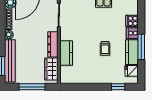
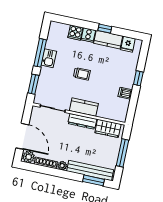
window: (141, 47) -> (105, 29), width x0.46
trolley: (105, 48) -> (82, 74), moved
kitchen counter: (66, 53) -> (84, 107), moved
dishwasher: (87, 78) -> (125, 93), added
window: (118, 87) -> (138, 78), moved

